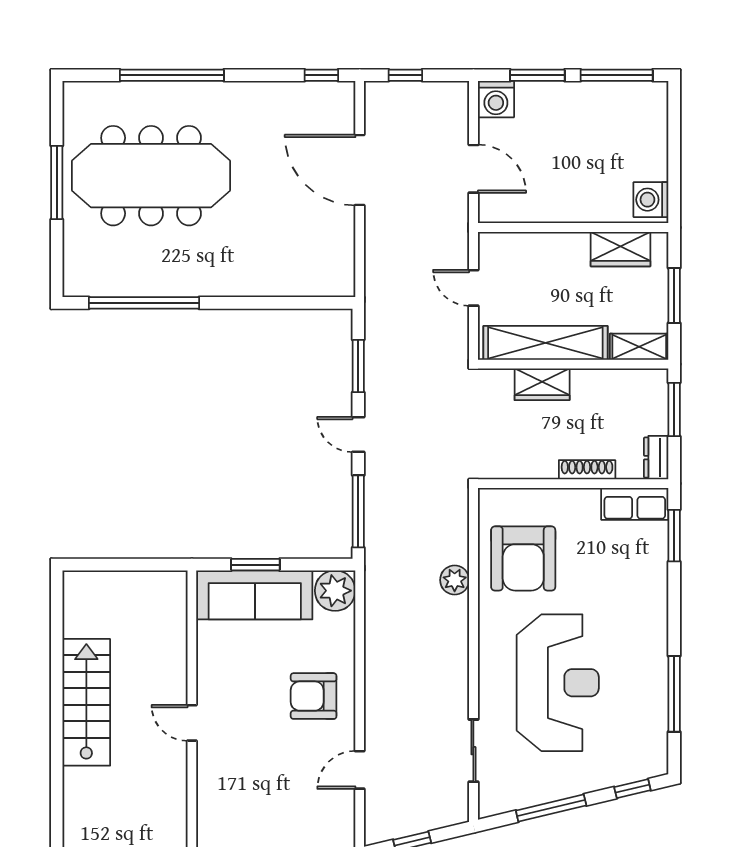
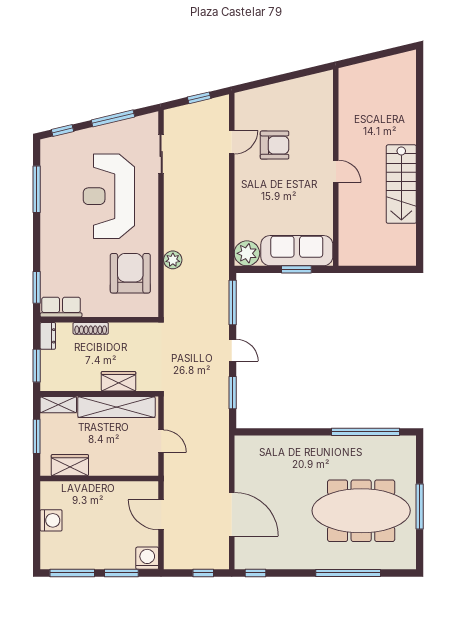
washing machine: (651, 200) -> (51, 520), moved
armchair: (314, 696) -> (275, 145), moved

